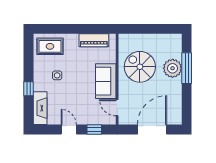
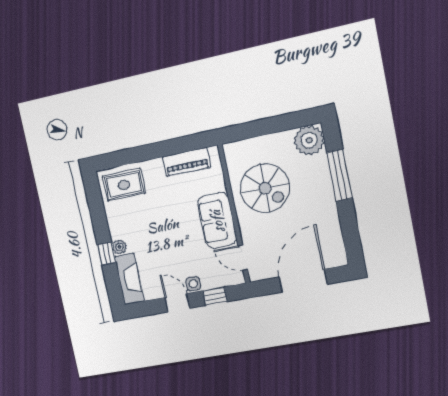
spiral stairs: (140, 67) -> (265, 188), turned 180
plant: (173, 68) -> (309, 140), moved
side table: (57, 75) -> (193, 284), moved
plant: (38, 86) -> (119, 247), added

